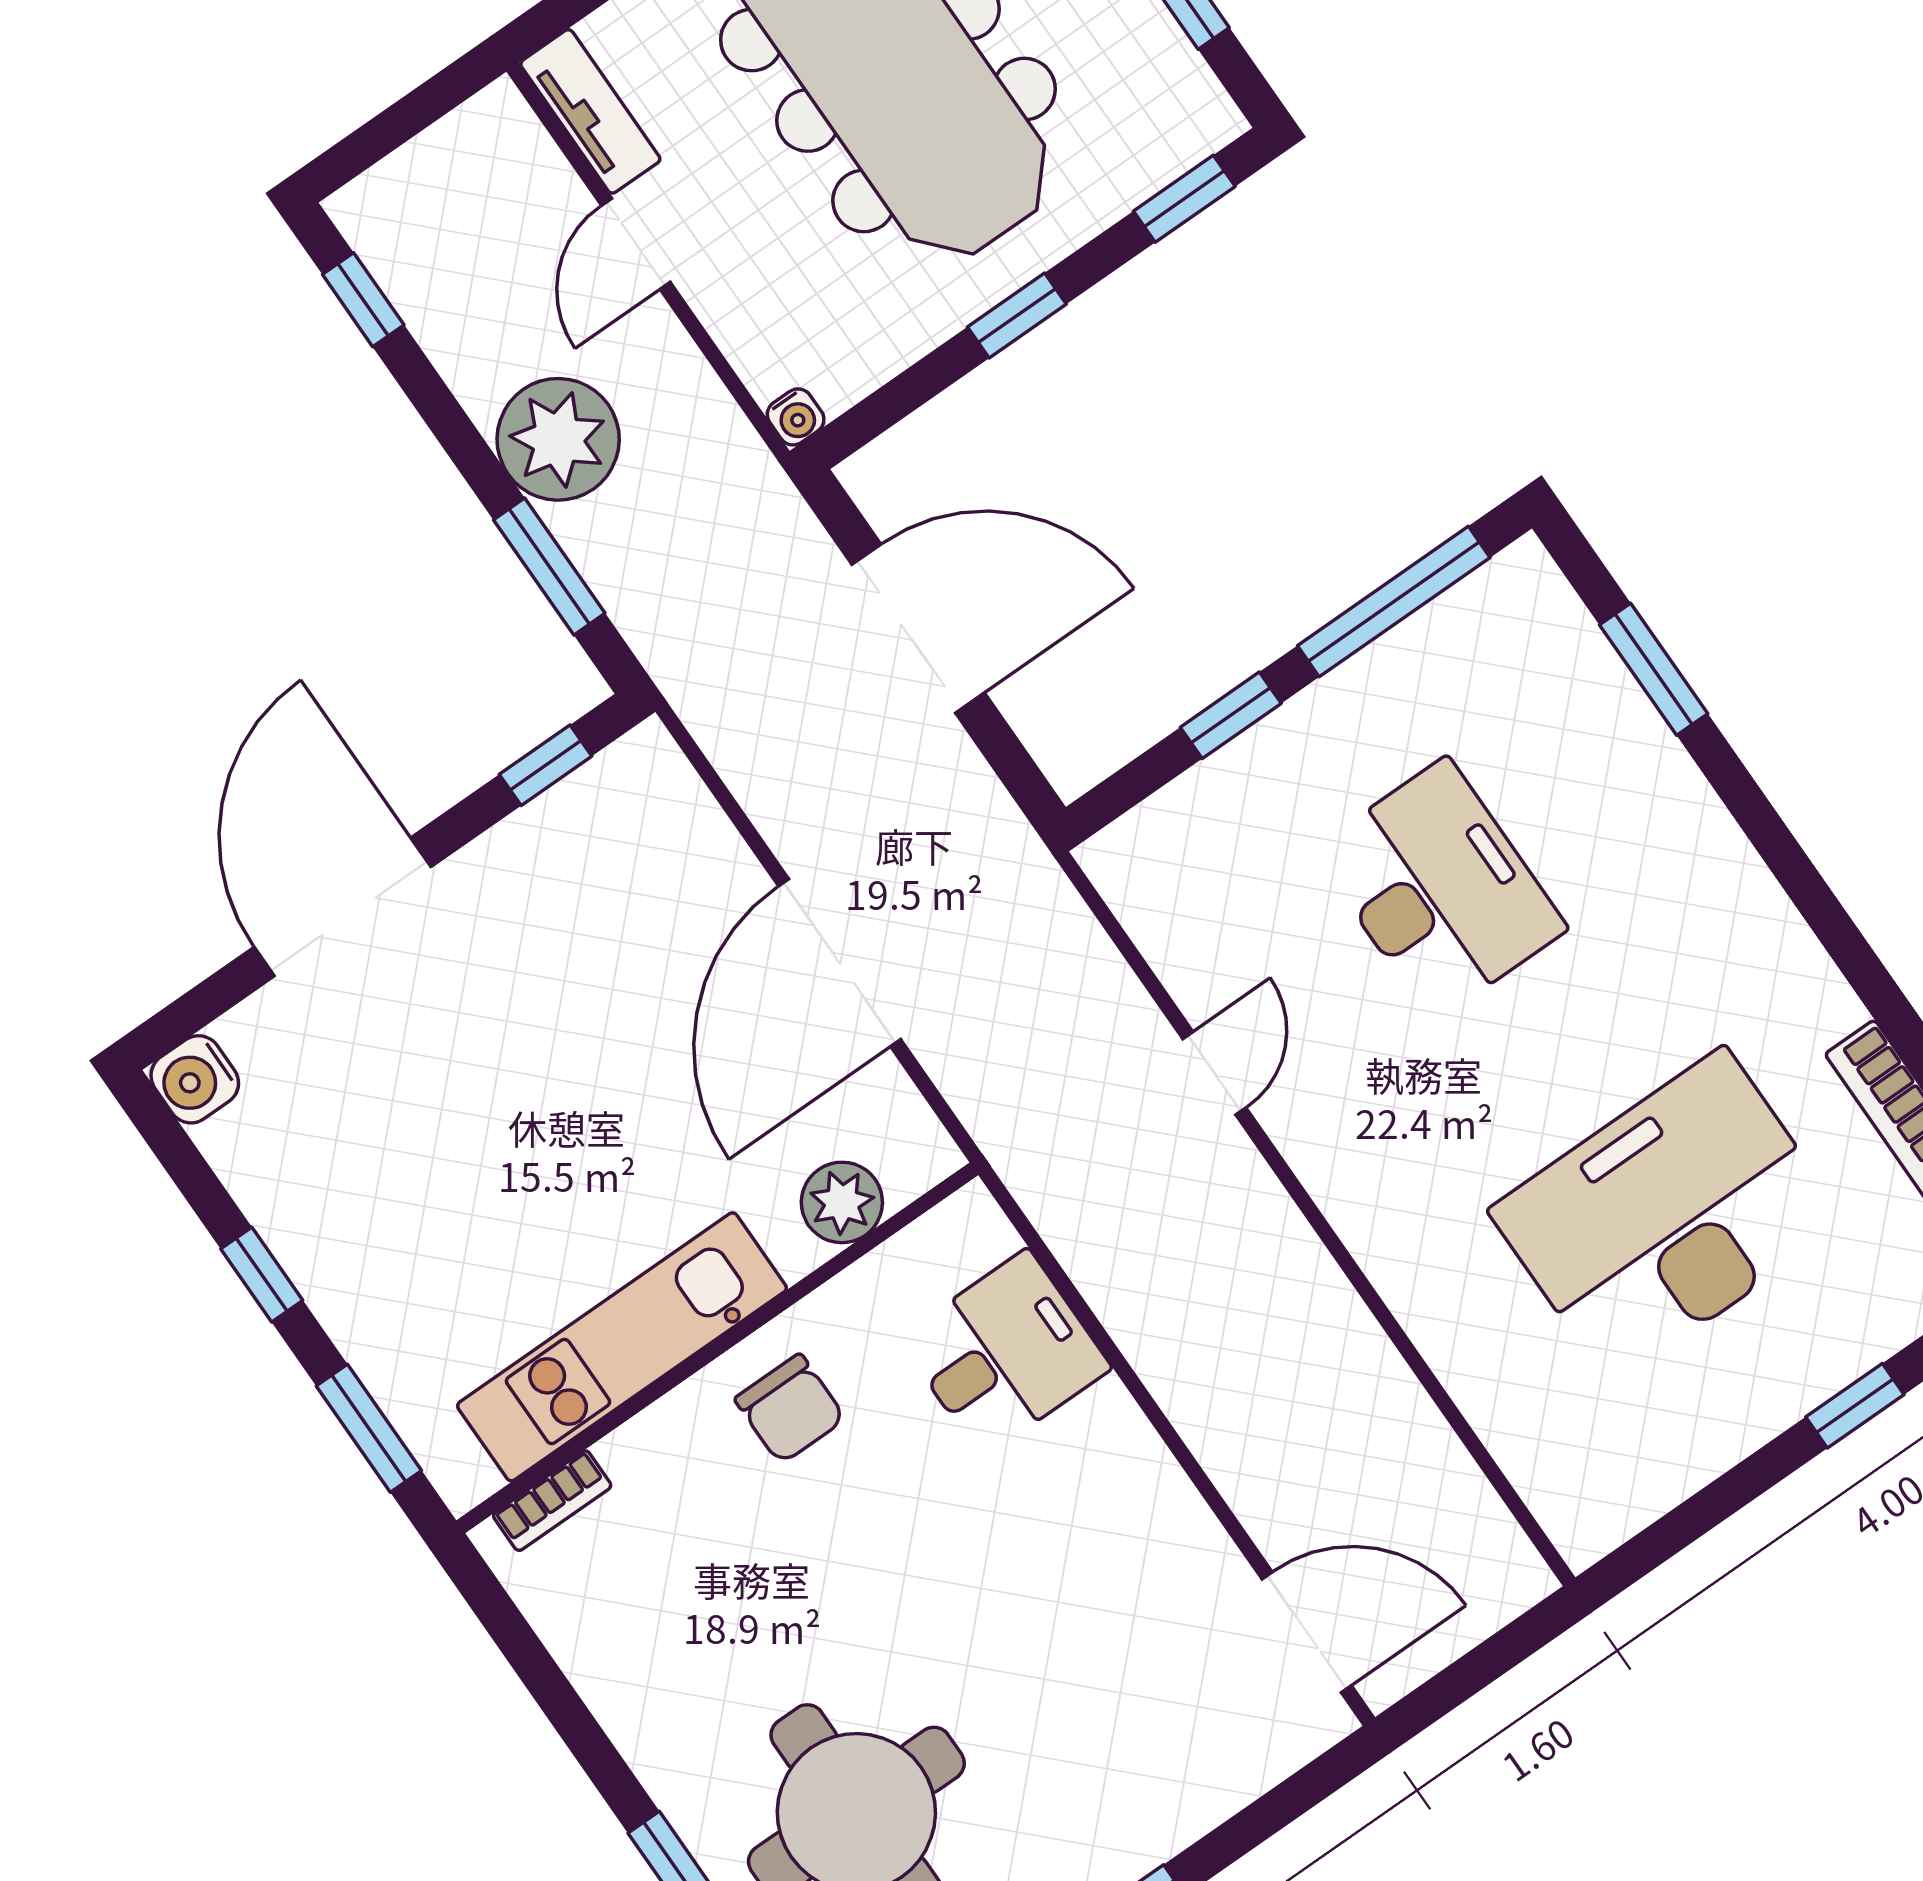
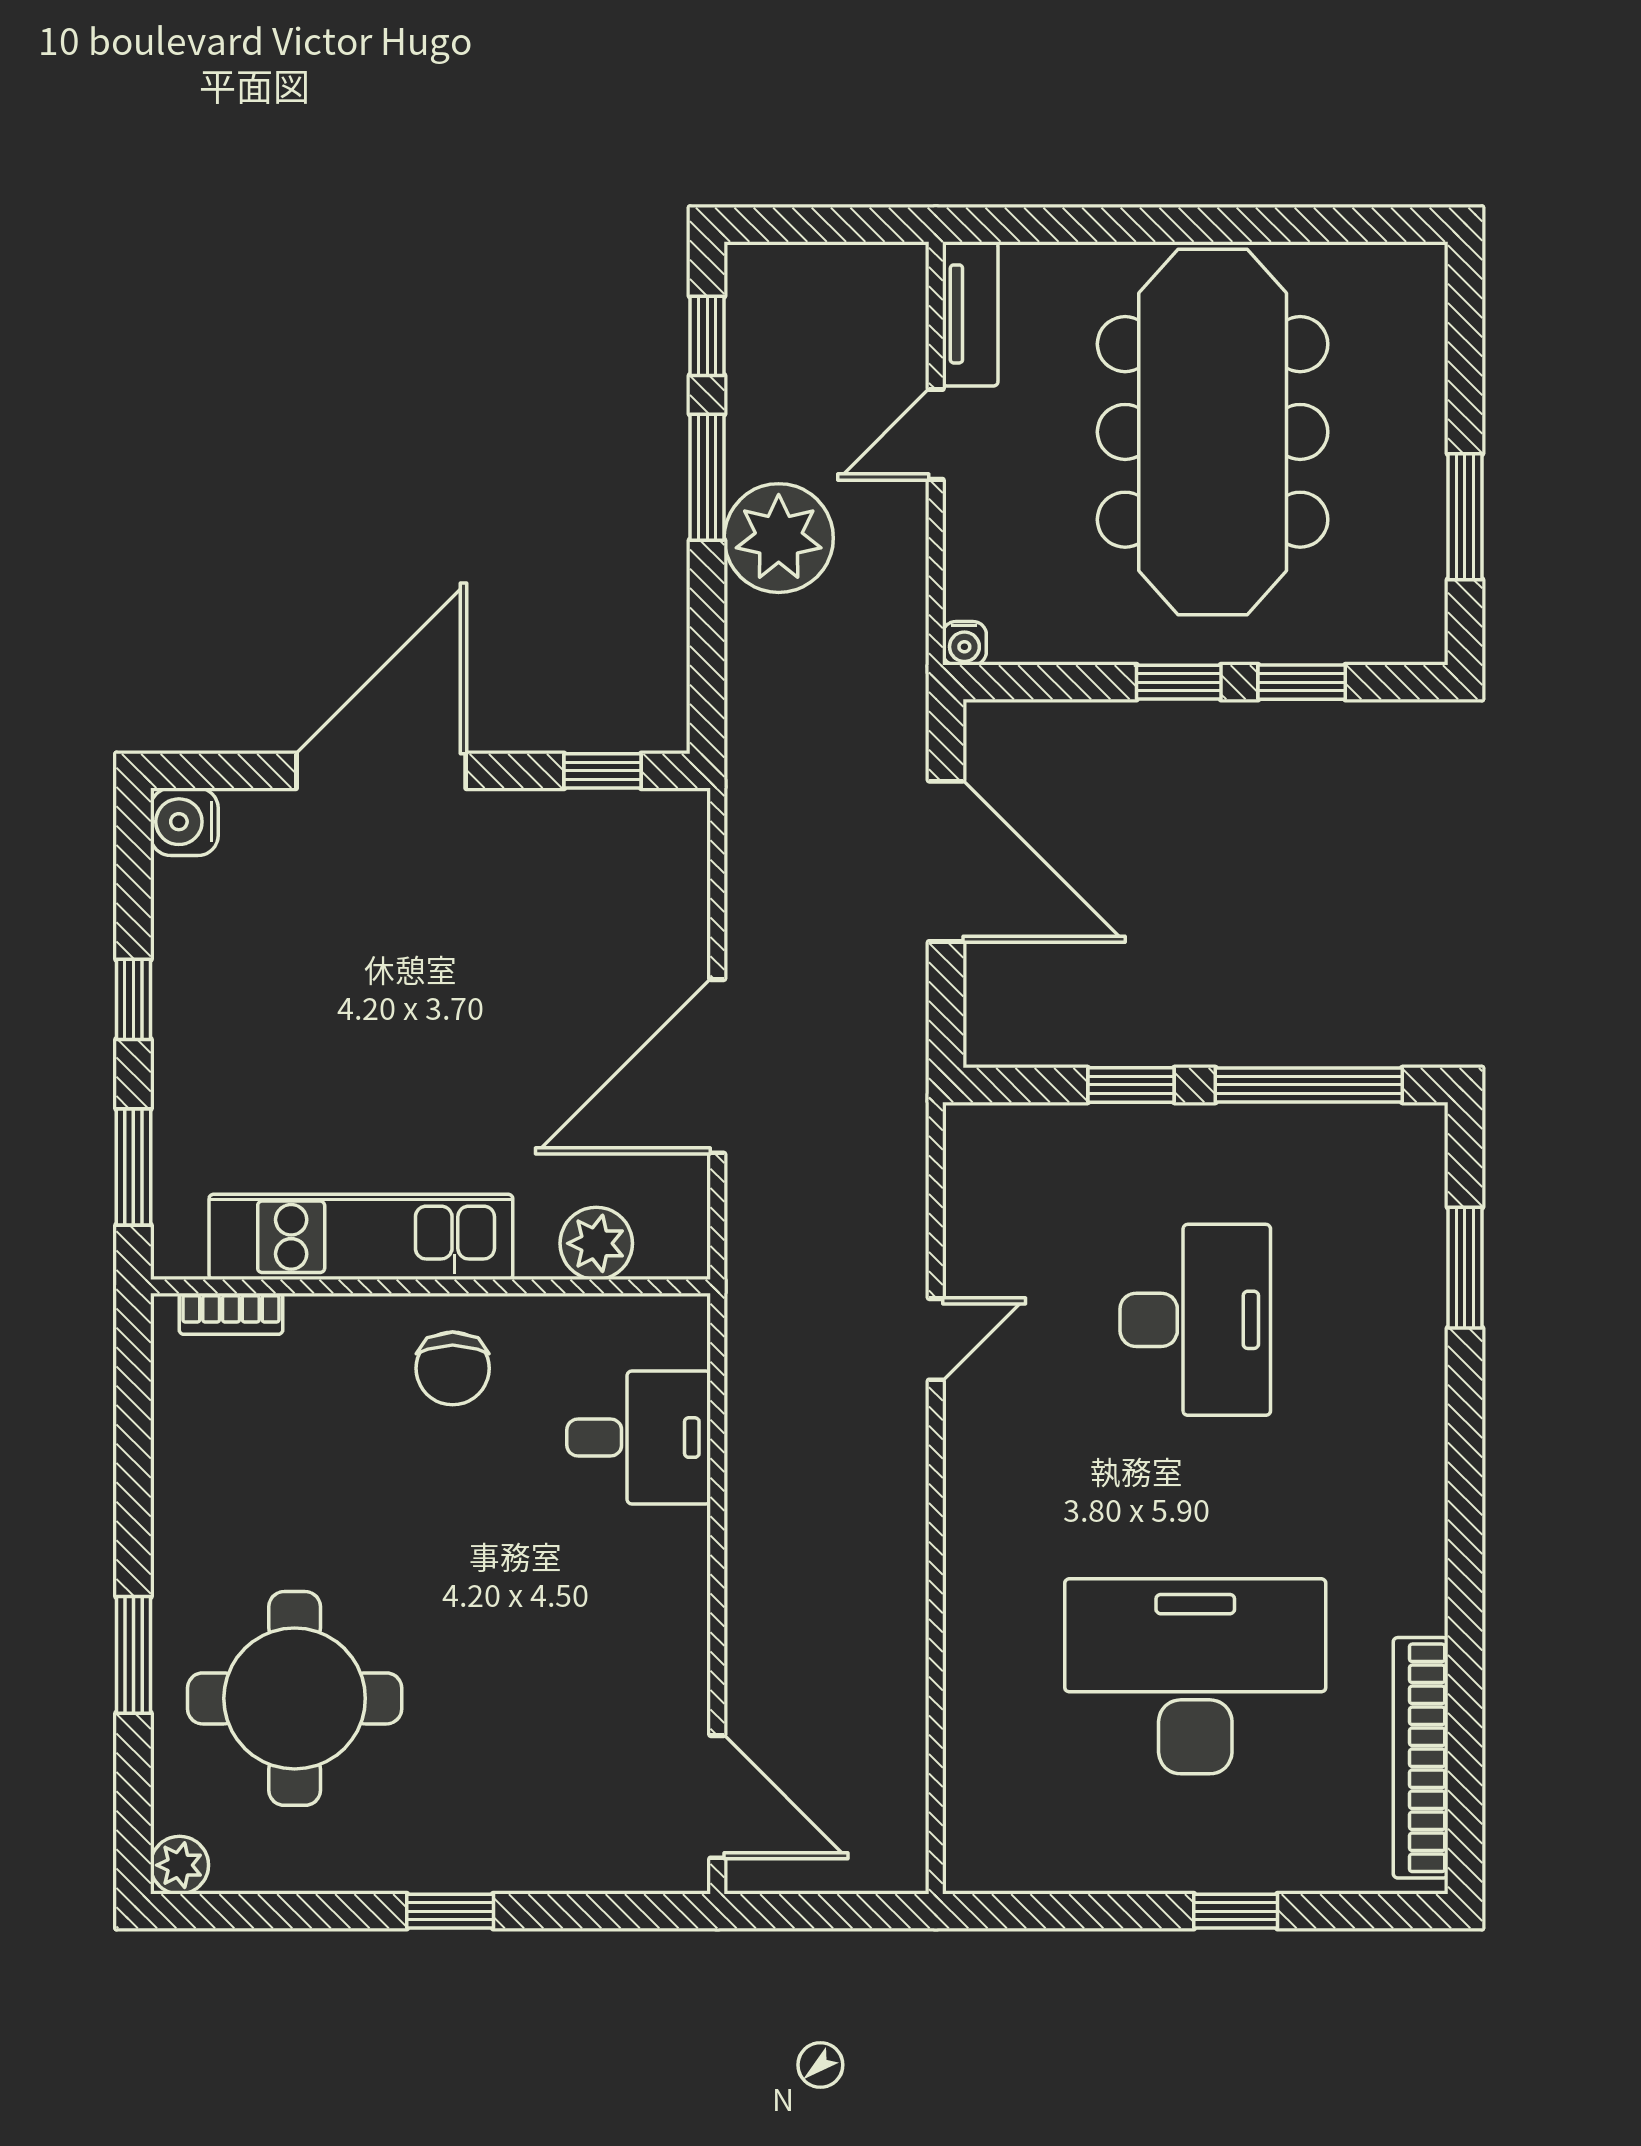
window: (1184, 199) -> (1302, 682), moved
window: (549, 567) -> (707, 477), moved

